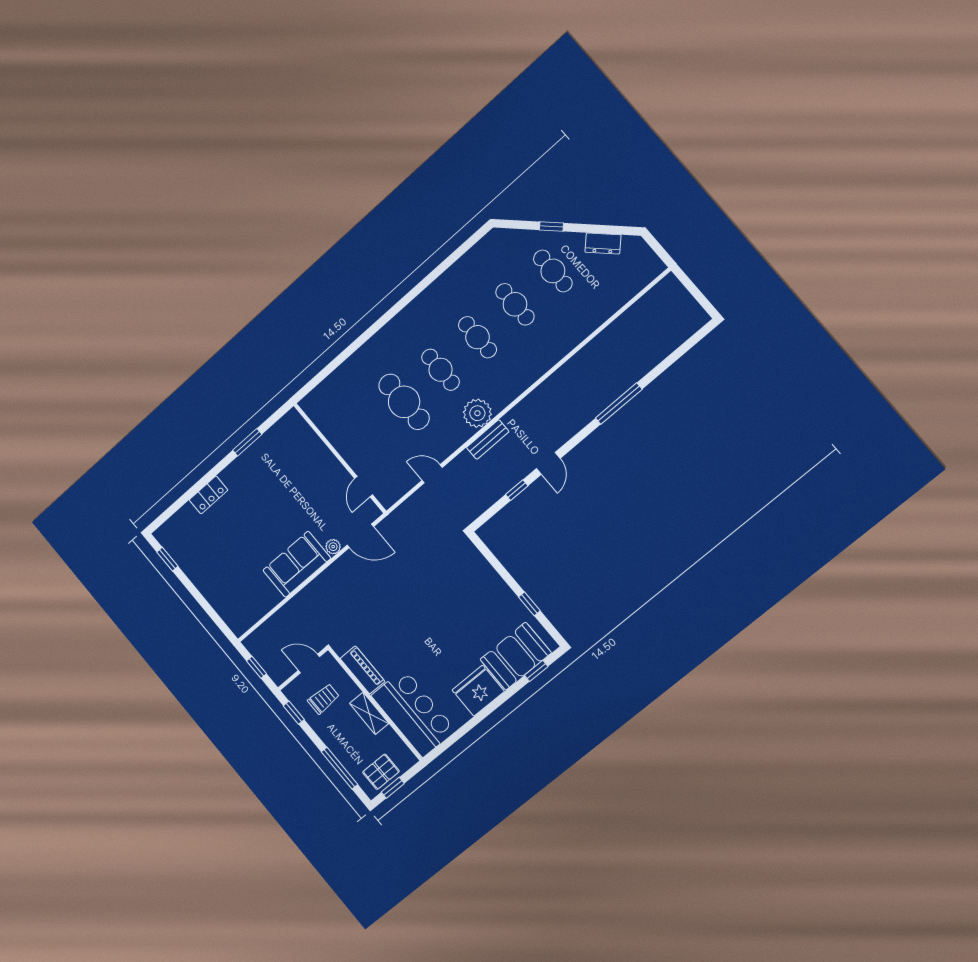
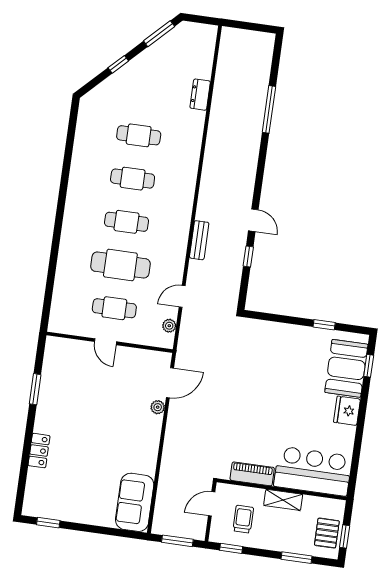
window: (610, 230) -> (159, 34), added
dresser: (603, 243) -> (200, 95), moved, turned 135
cafe table: (553, 271) -> (114, 308), moved
window: (619, 404) -> (269, 109), moved
plant: (477, 413) -> (169, 326), moved, width x0.53, depth x0.53
door: (364, 487) -> (105, 342), moved
sofa: (297, 564) -> (135, 502), moved
window: (256, 667) -> (177, 541), width x1.50
fridge: (478, 691) -> (347, 411), width x0.73, depth x0.75
window: (339, 768) -> (296, 558), width x0.69

